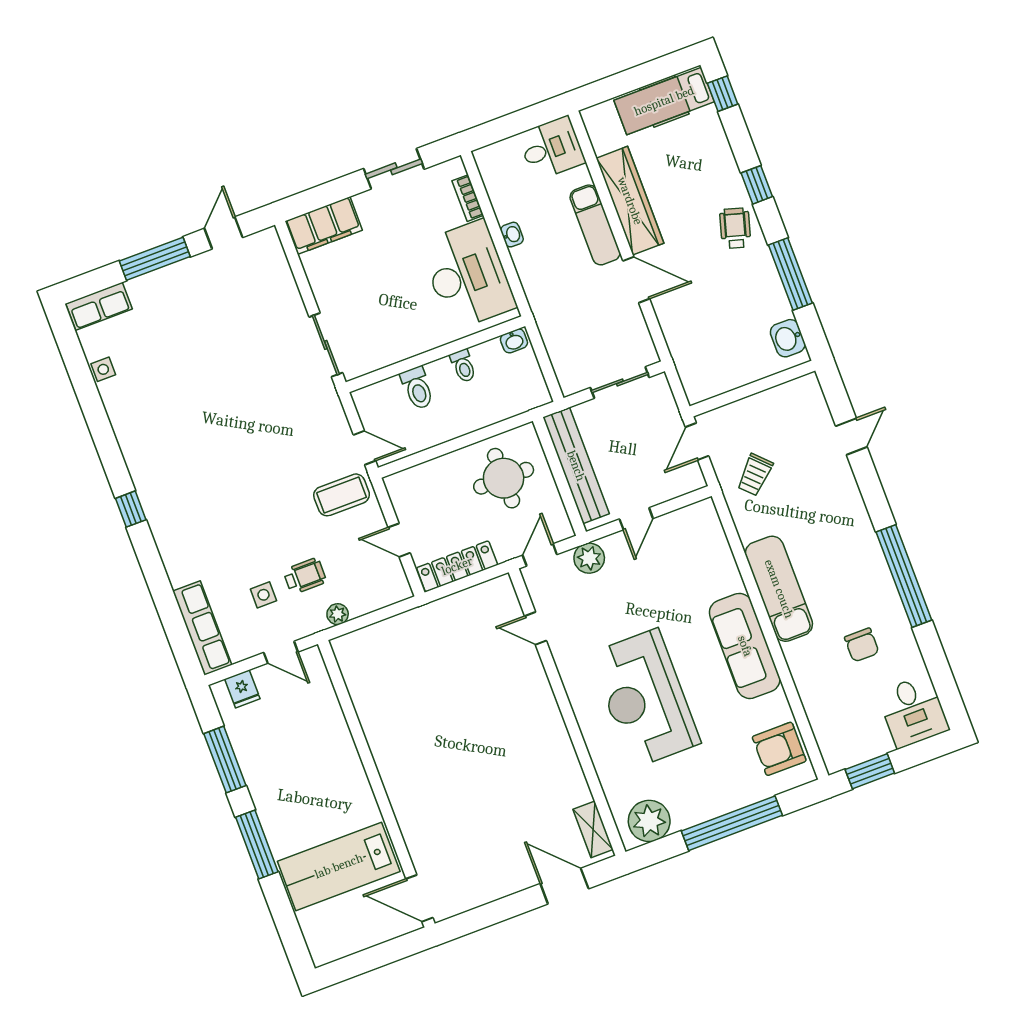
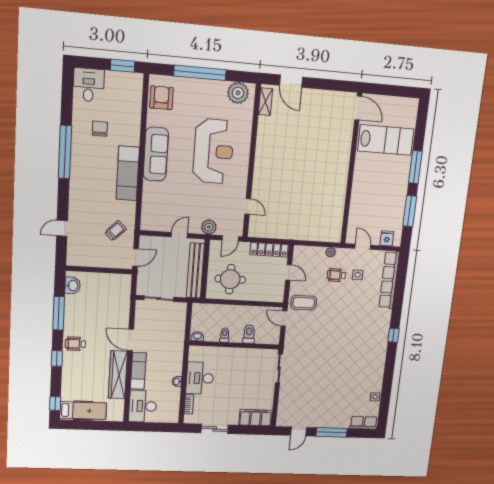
desk: (552, 148) -> (143, 406), width x1.37
wheelchair: (735, 228) -> (75, 344), turned 74
desk: (468, 275) -> (200, 378), width x0.73, depth x0.77
row of seats: (202, 628) -> (389, 280), width x1.36
armchair: (779, 749) -> (161, 98), turned -90

